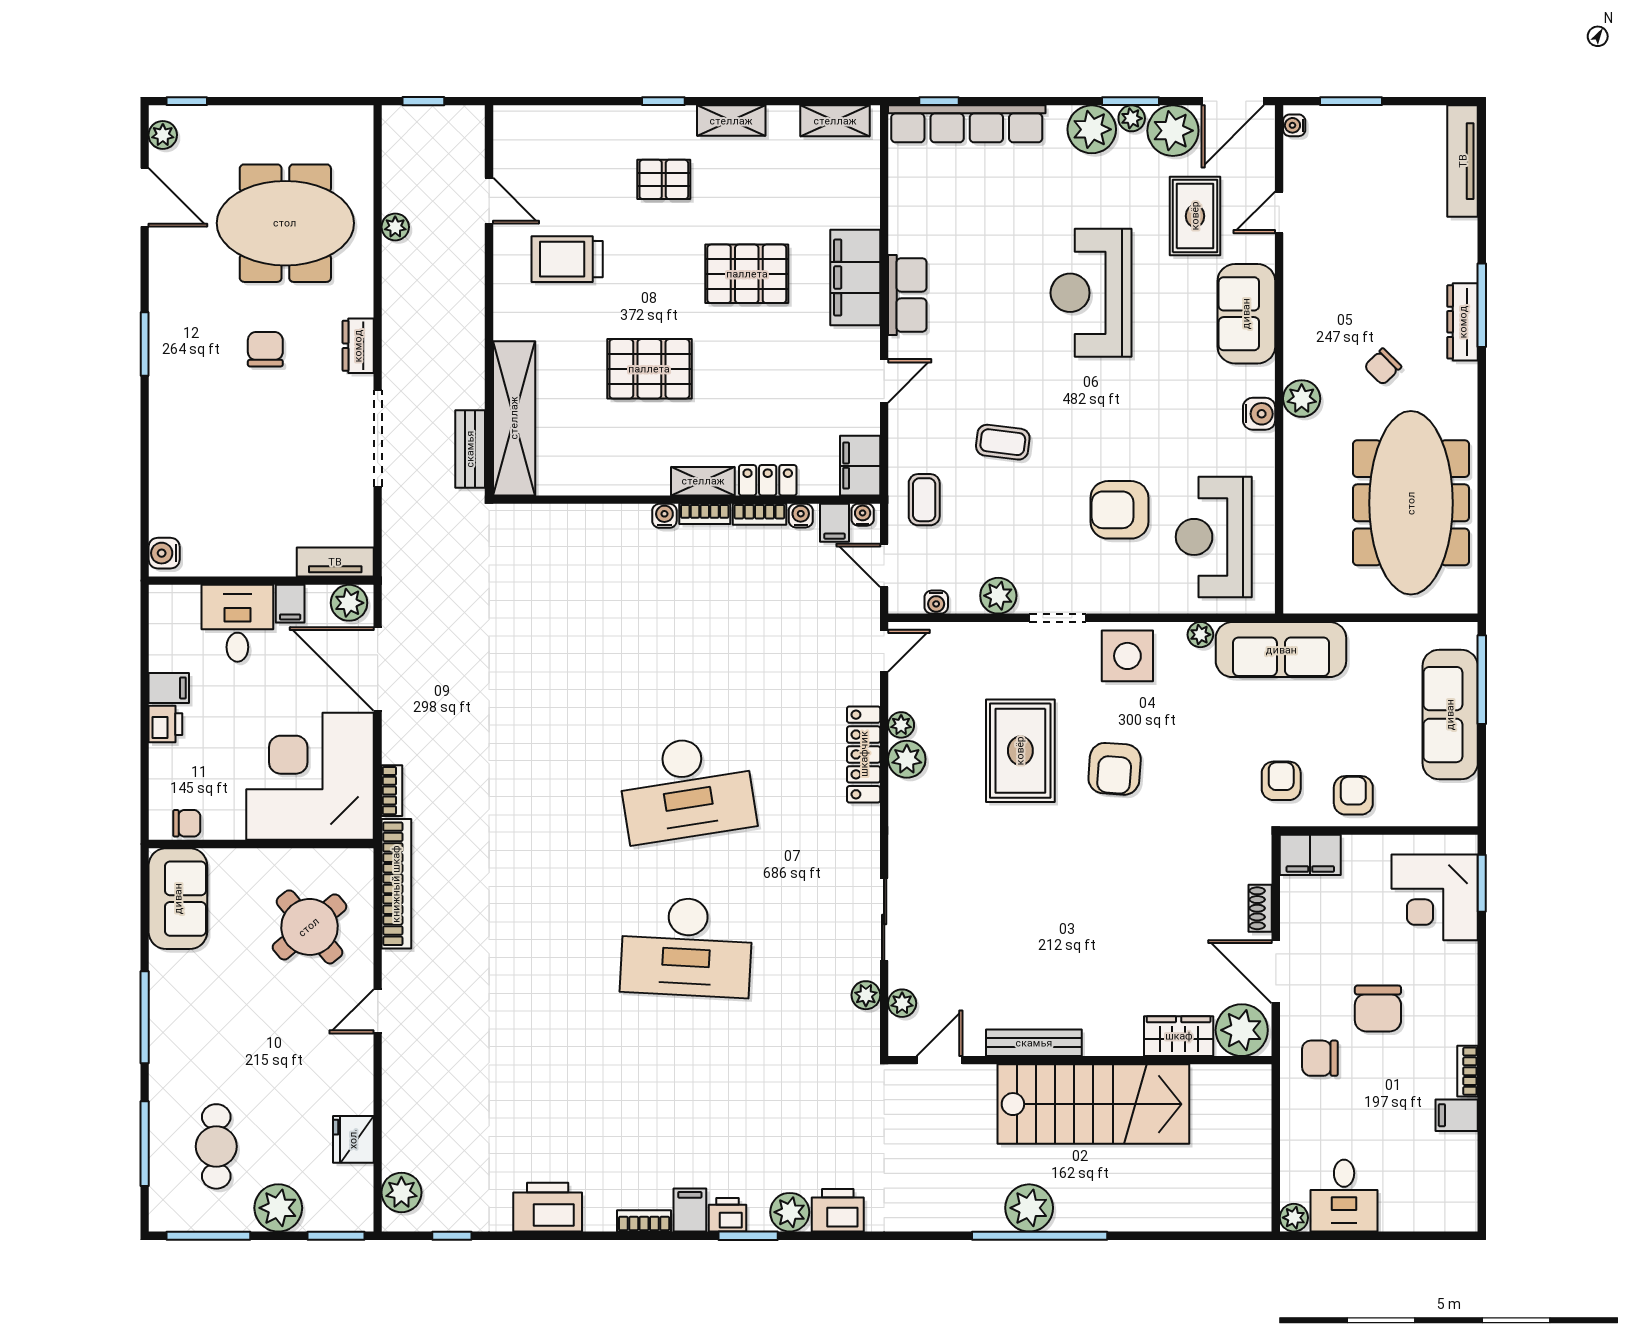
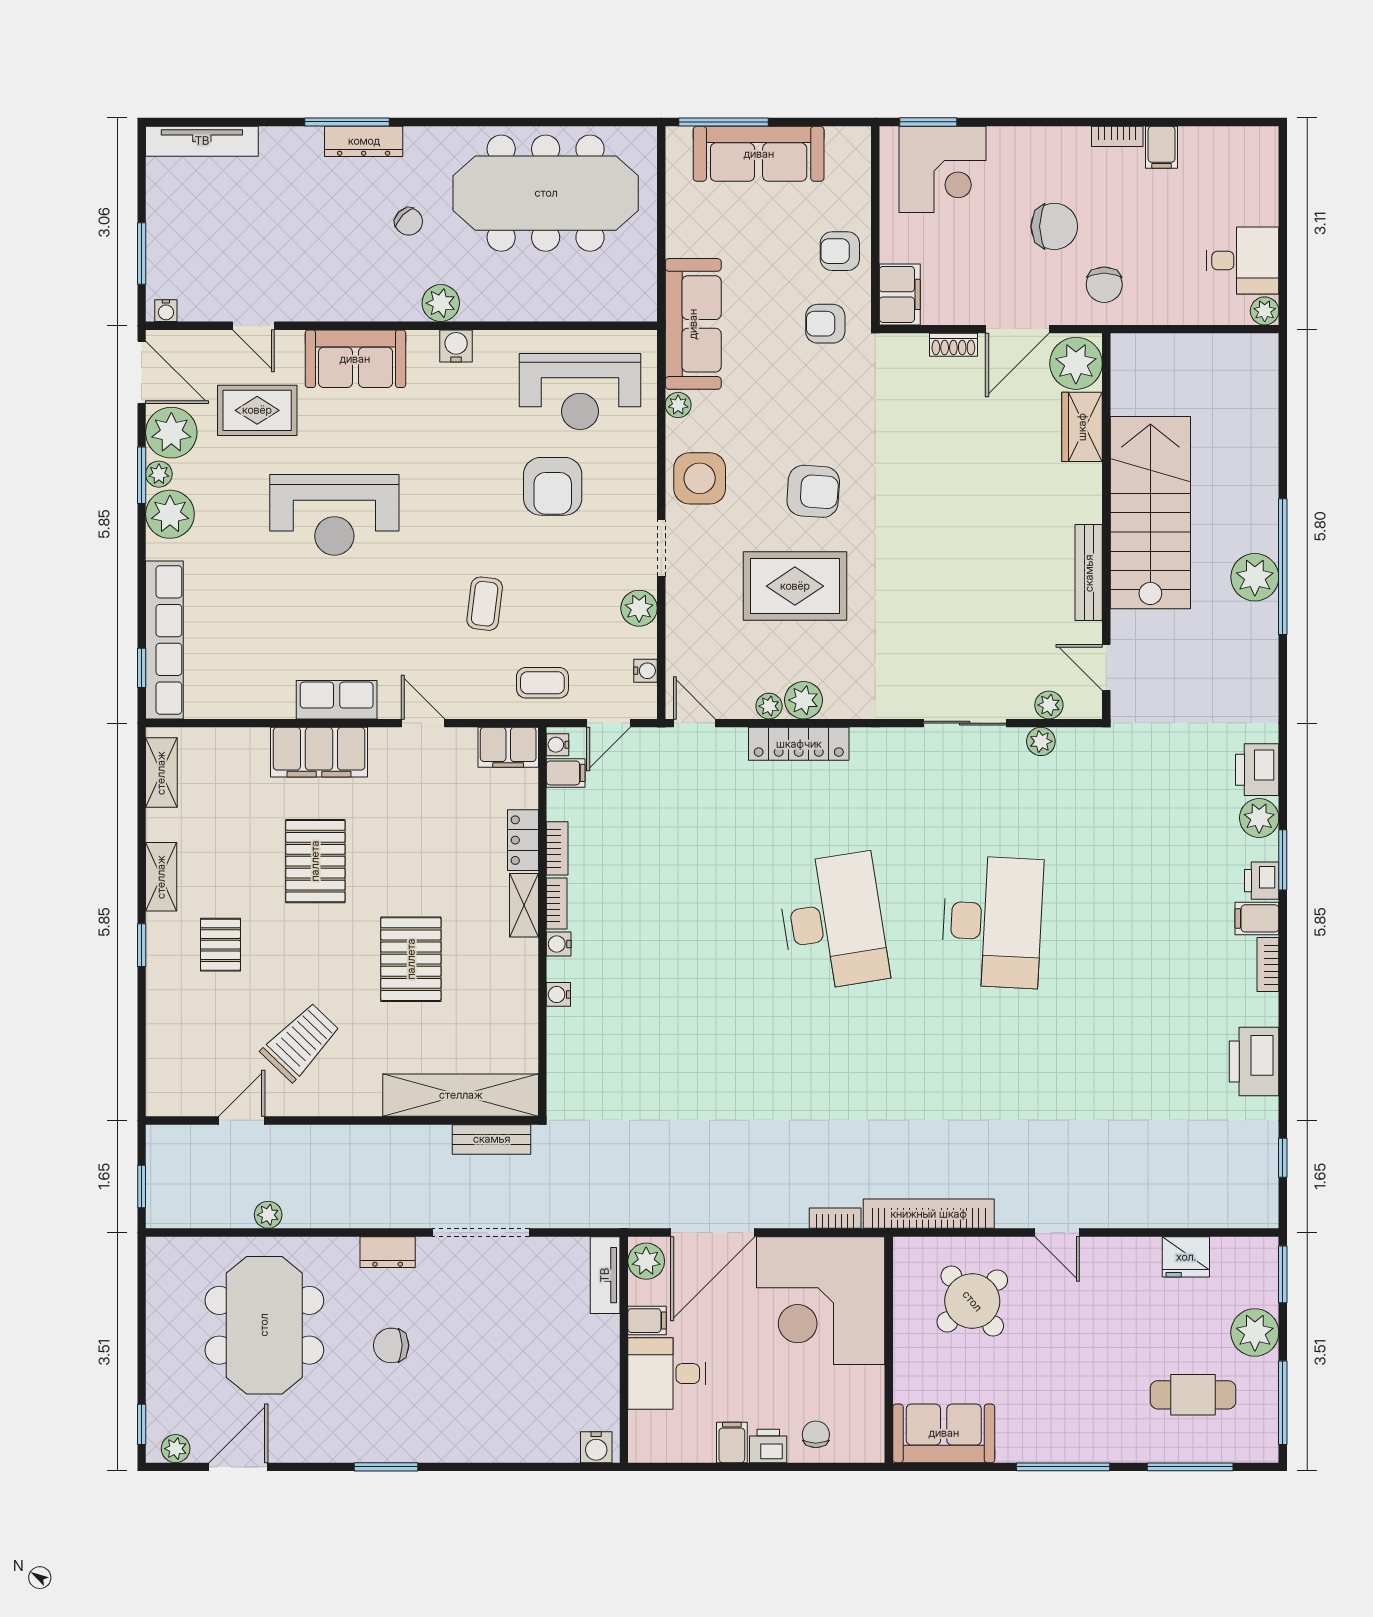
trolley: (567, 259) -> (301, 1042), turned -136
water cooler: (801, 516) -> (558, 994), moved
chair: (187, 823) -> (816, 1434), moved
plant: (401, 1192) -> (1239, 1208), removed

